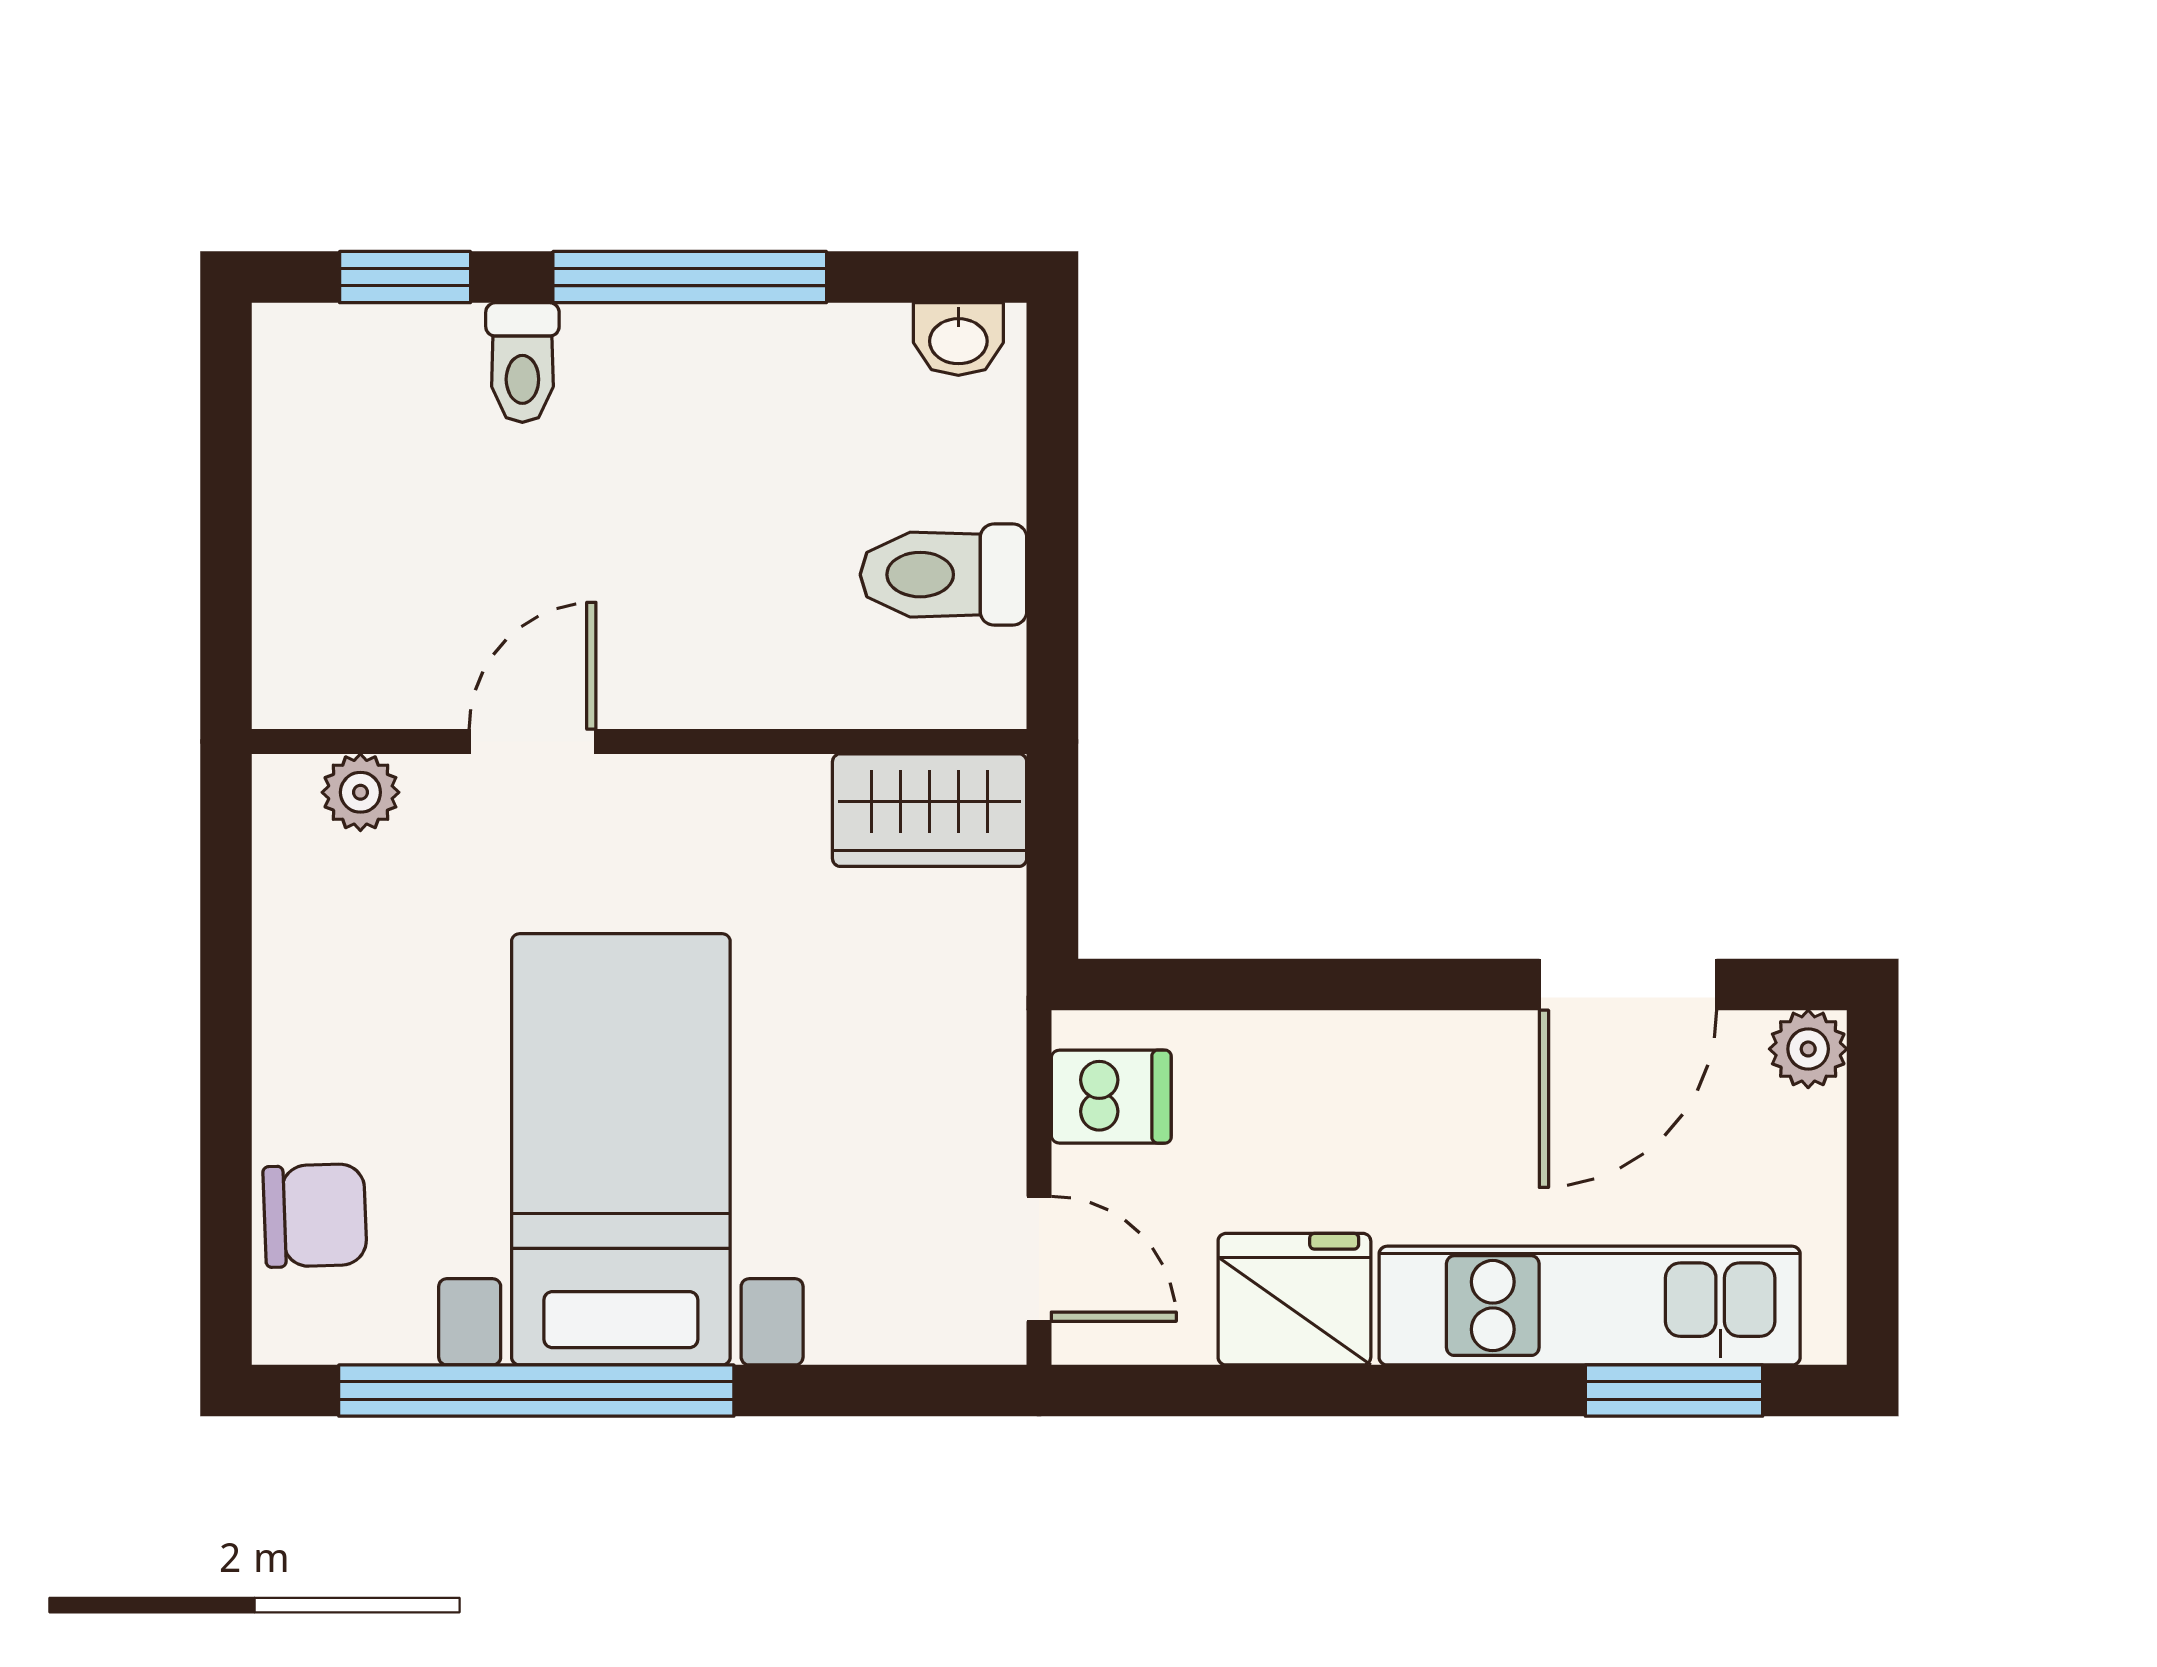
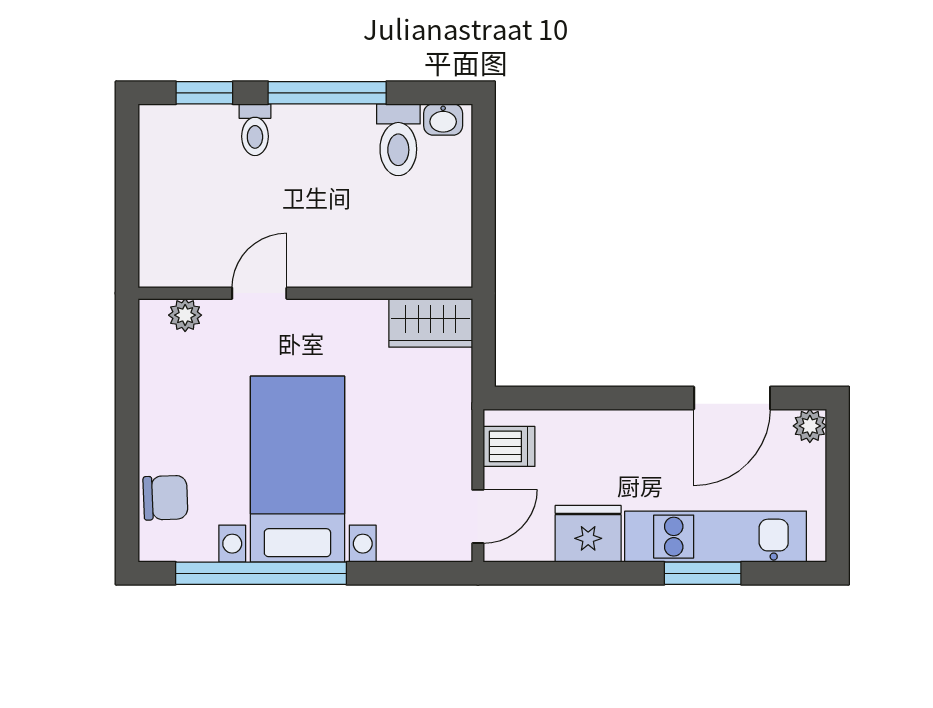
toilet: (943, 575) -> (398, 140), moved, turned -90
door: (1039, 1259) -> (478, 516), hinge flipped
window: (1674, 1391) -> (703, 573), moved

